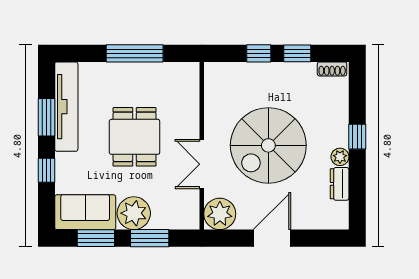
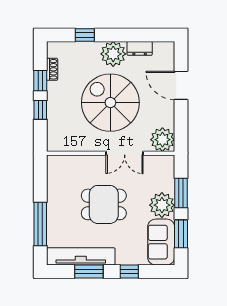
window: (135, 53) -> (40, 224), moved
shoe rack: (332, 69) -> (52, 69), moved
window: (357, 137) -> (85, 35), moved
spiral stairs: (268, 145) -> (110, 103), turned 180
plant: (340, 157) -> (113, 54), width x1.87, depth x1.87
door: (272, 238) -> (181, 85), moved

